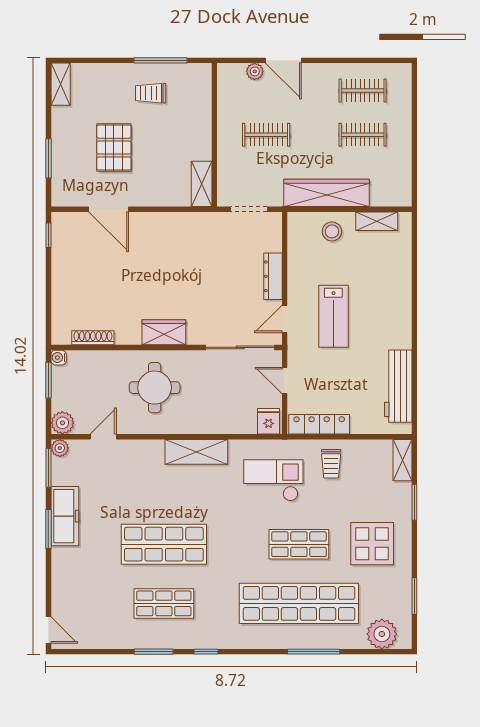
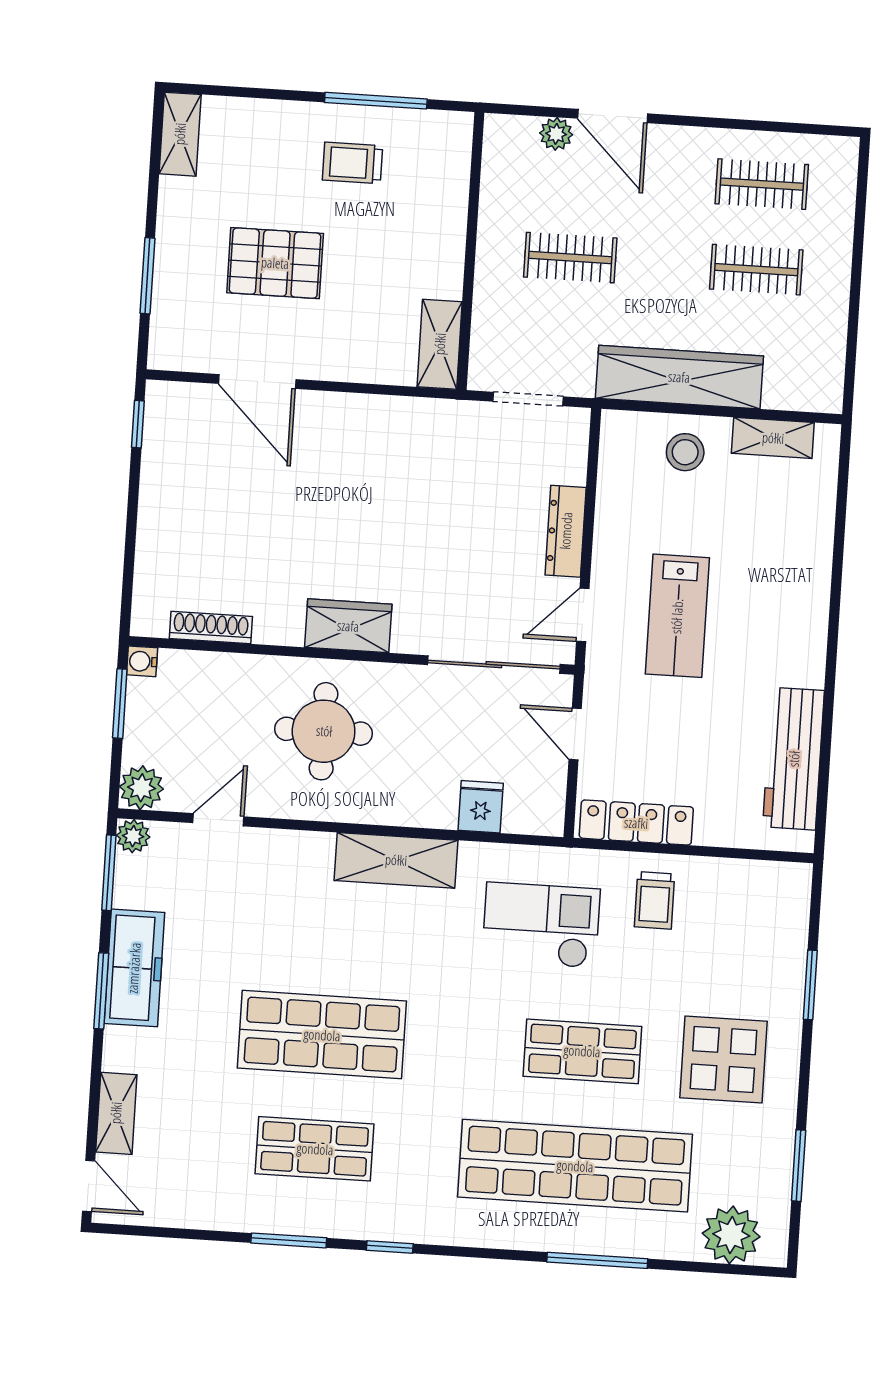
pallet: (114, 148) -> (275, 263), turned 90
fridge: (269, 421) -> (481, 807), moved
shelving: (402, 460) -> (116, 1113), moved

